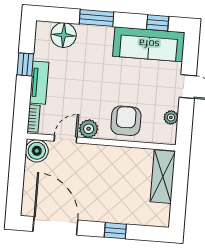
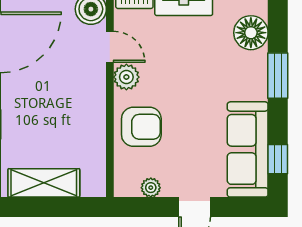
shelving: (163, 177) -> (44, 183), moved

